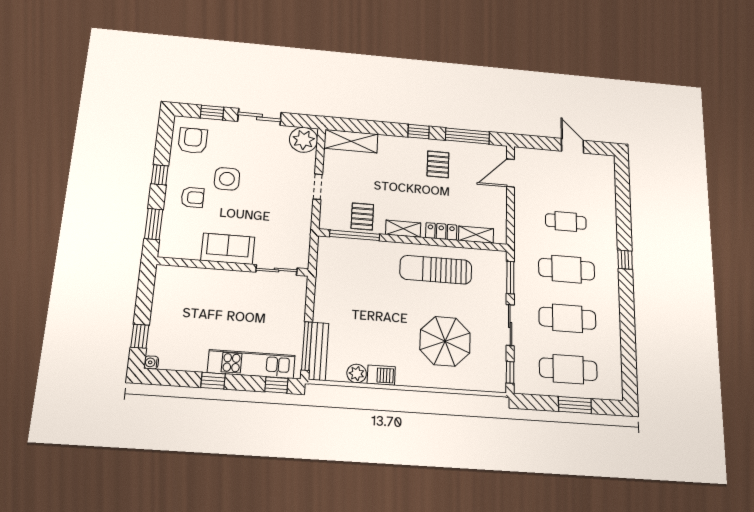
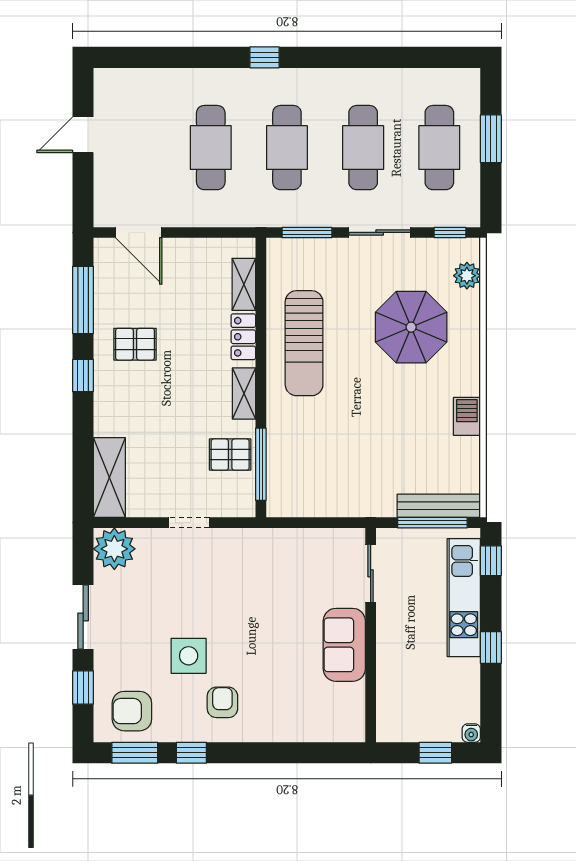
cafe table: (566, 221) -> (211, 148), width x1.37, depth x1.35
window: (154, 224) -> (135, 753), moved
sofa: (228, 249) -> (344, 645), moved
wall: (233, 267) -> (371, 635), moved
sliding door: (276, 270) -> (371, 573), moved
plant: (357, 373) -> (467, 276), moved

